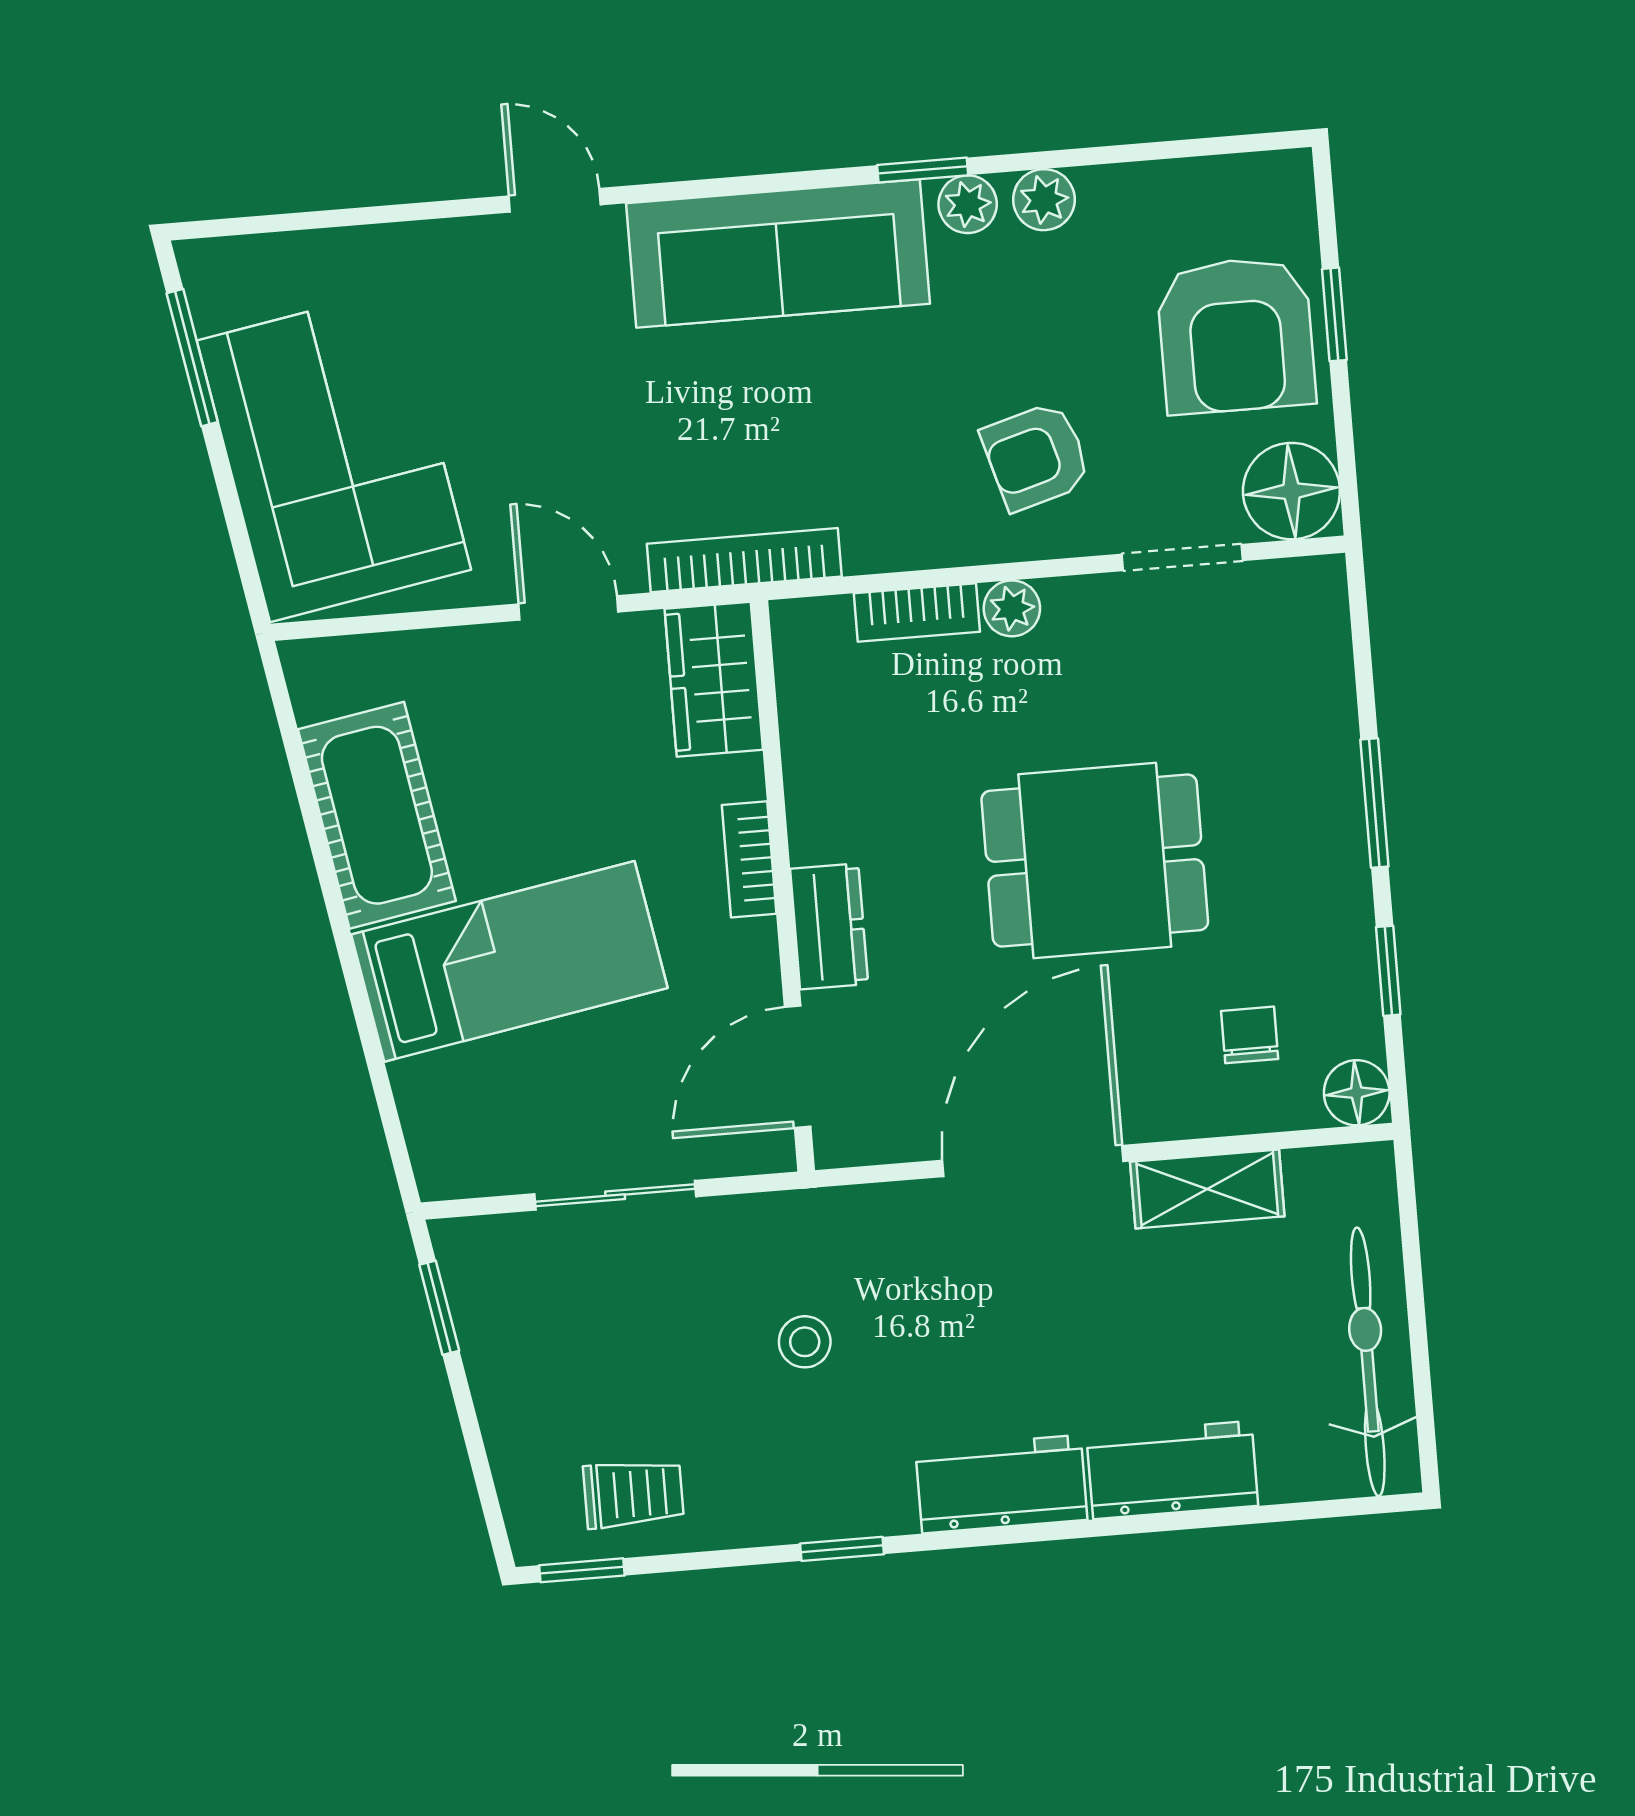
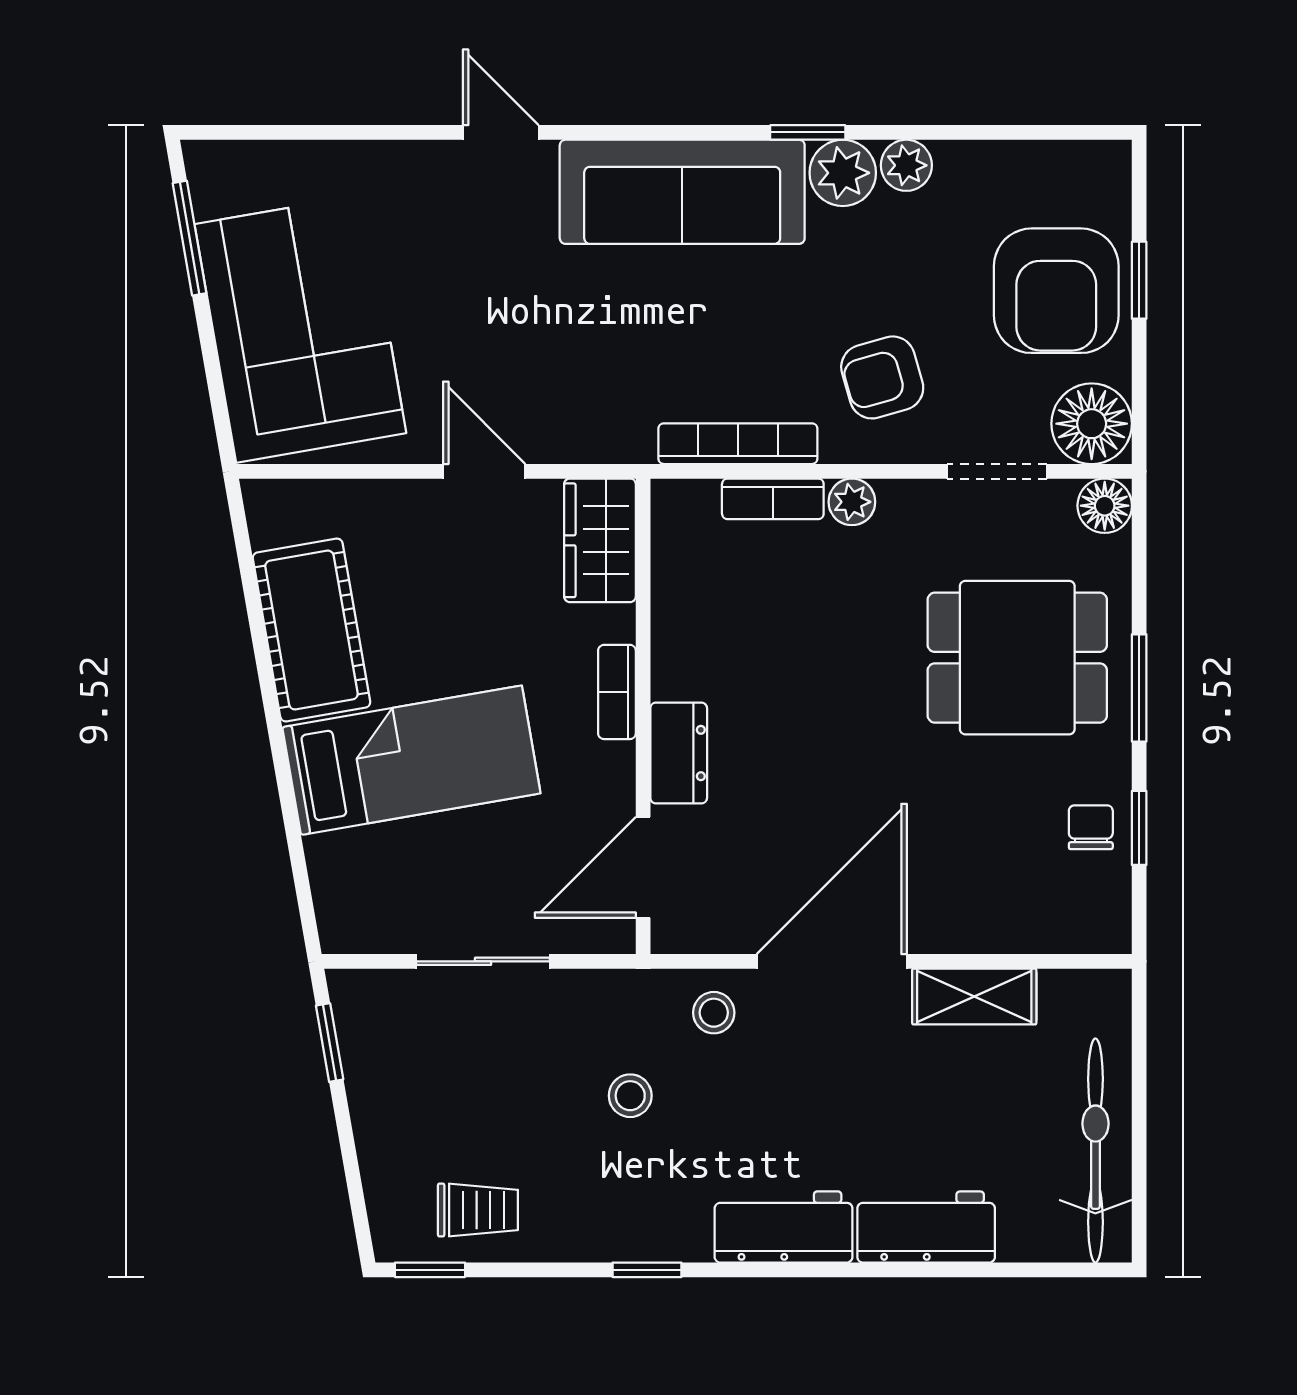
plant: (968, 204) -> (843, 173), width x1.38, depth x1.38
bookcase: (744, 560) -> (738, 444), moved
dining table: (1095, 860) -> (1017, 658), moved
chair: (1250, 1035) -> (1091, 827), moved
floor lamp: (1357, 1093) -> (1105, 506), moved
stool: (897, 1234) -> (714, 1013), added

